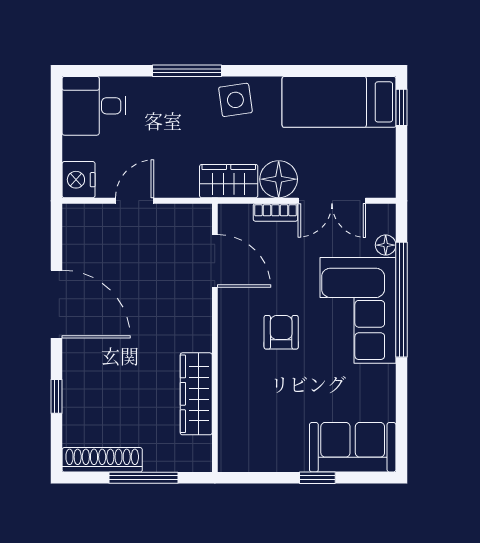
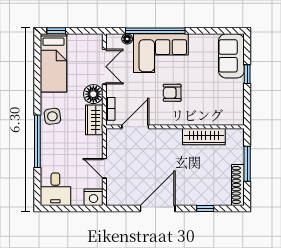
window: (187, 71) -> (37, 141), width x1.46
bookcase: (275, 212) -> (110, 109), moved

